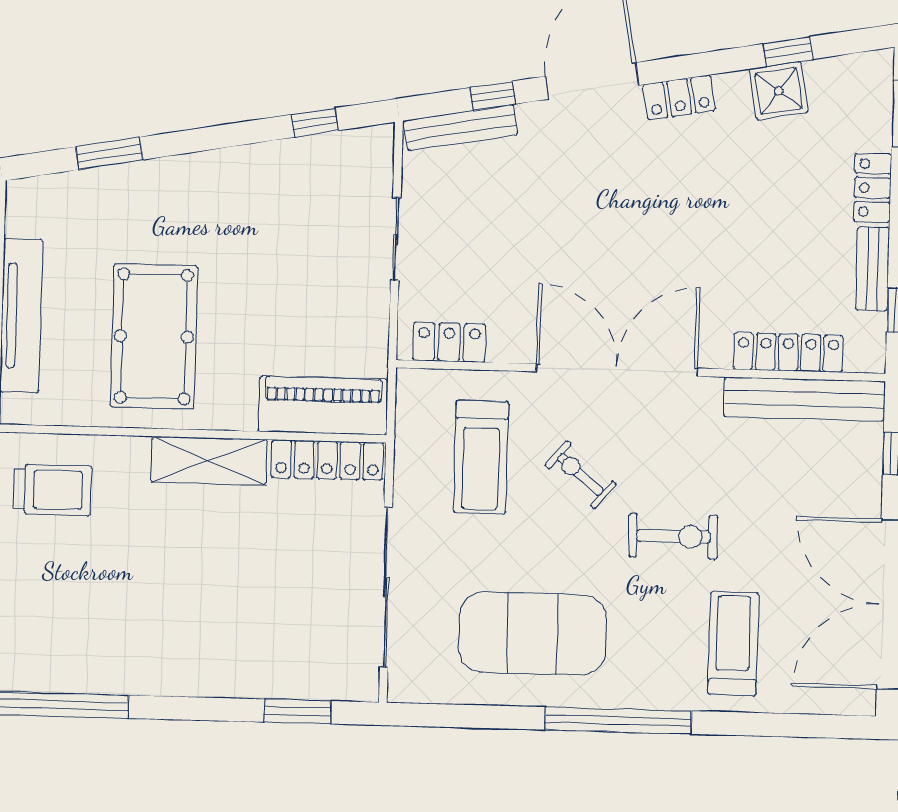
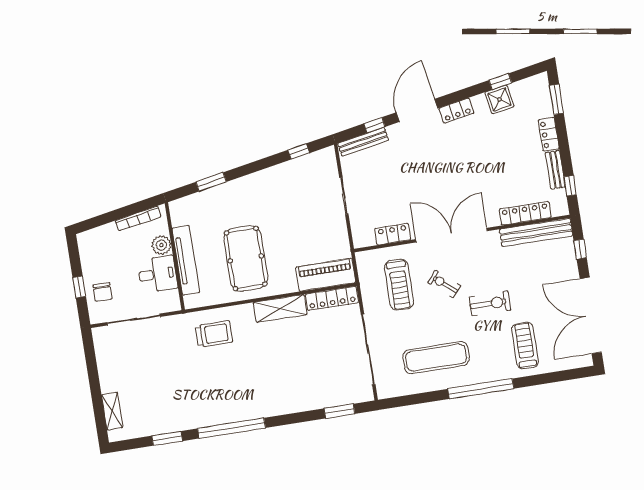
locker: (449, 342) -> (393, 234), moved
exercise mat: (532, 633) -> (436, 358), width x0.68

